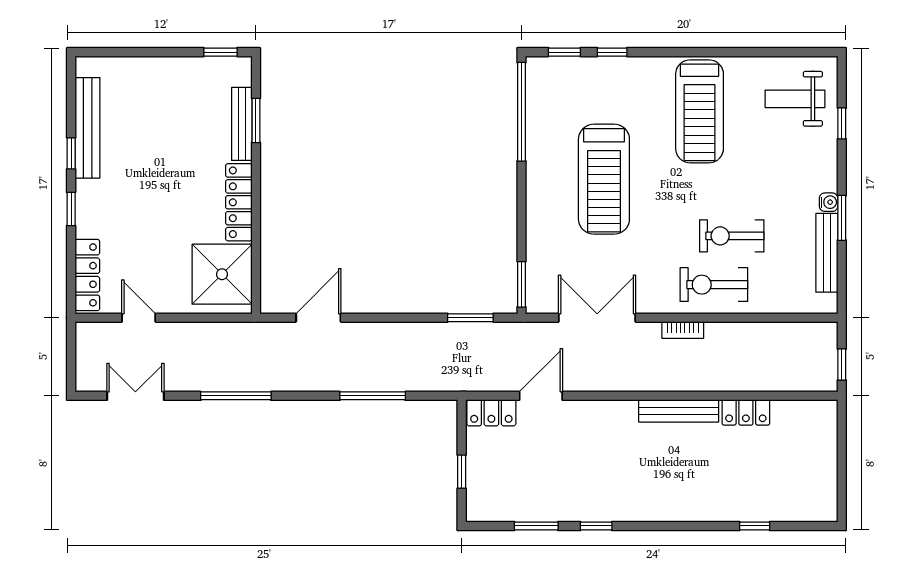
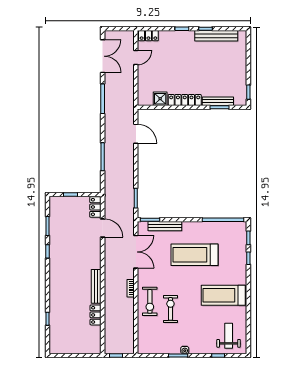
bench: (827, 253) -> (165, 226), moved
shower: (222, 274) -> (160, 99), width x0.54, depth x0.54
locker: (87, 275) -> (148, 36), width x0.66
exercise bike: (714, 285) -> (150, 301), turned 180
double door: (135, 396) -> (103, 56), width x1.37

